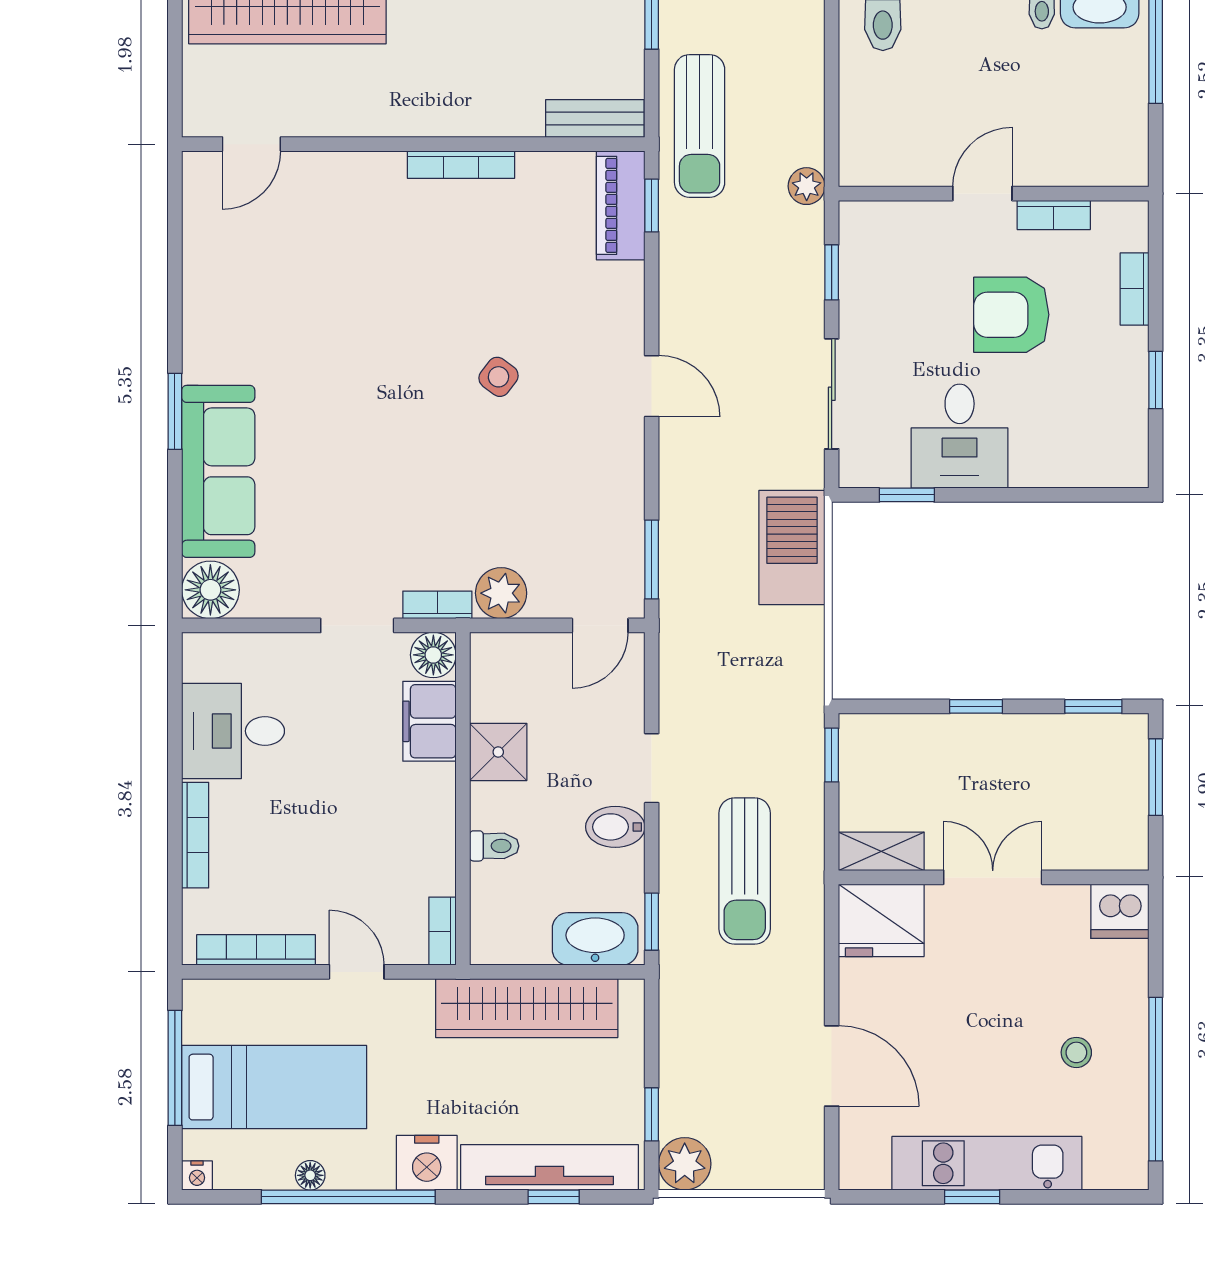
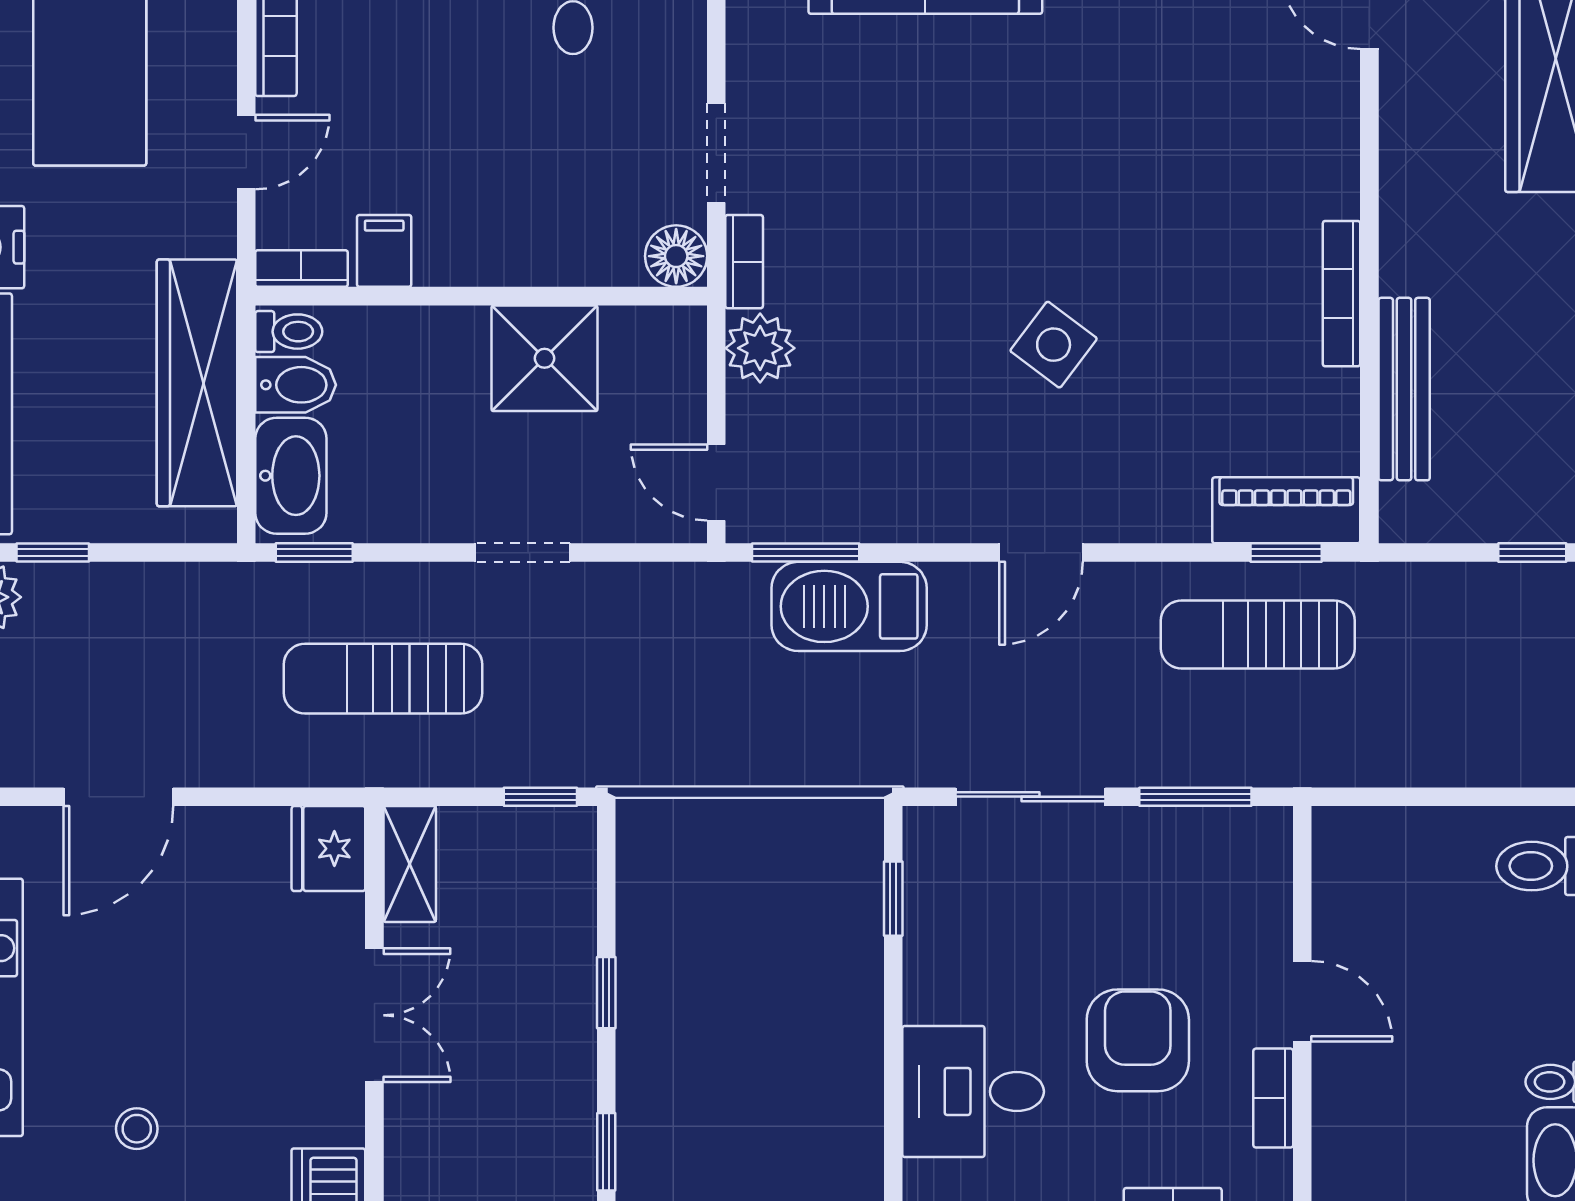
bench: (595, 119) -> (1404, 389), moved, width x1.36
sun lounger: (700, 126) -> (1258, 634), moved
plant: (807, 186) -> (1312, 763), removed
window: (832, 272) -> (1195, 797), width x1.50
side table: (499, 377) -> (1054, 345), width x1.37, depth x1.37
desk: (960, 436) -> (973, 1092), moved
barbecue: (792, 547) -> (849, 606), moved, turned 180
filing cabinet: (429, 721) -> (384, 251), moved, width x0.50
shower: (498, 752) -> (545, 358), width x1.36, depth x1.36
bidet: (615, 827) -> (296, 385), moved, turned 90
toilet: (494, 846) -> (289, 332), moved, turned -90
fridge: (881, 920) -> (328, 849), width x0.73, depth x0.75

